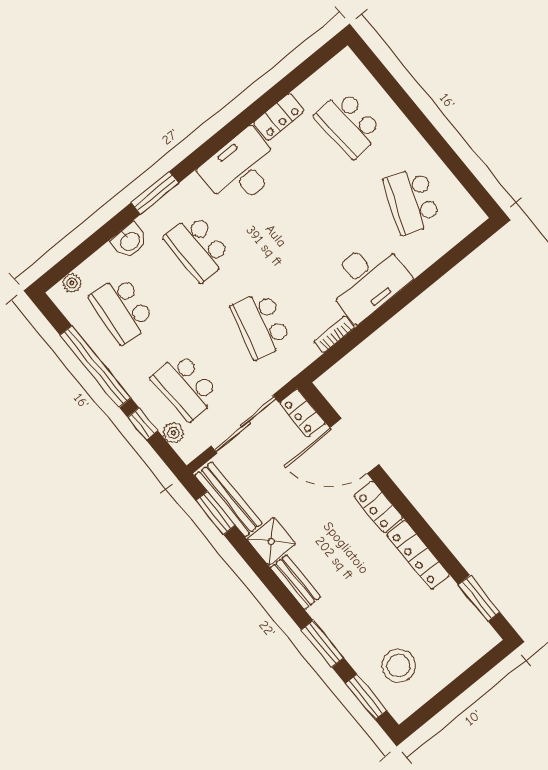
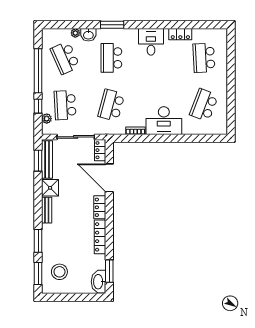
desk: (241, 169) -> (151, 42), width x0.73
plant: (72, 283) -> (75, 33), moved
school desk: (122, 309) -> (65, 58), turned -30
washbasin: (476, 630) -> (99, 282), added

